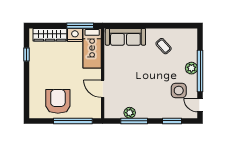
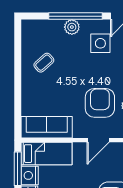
sofa: (125, 37) -> (47, 127), moved, turned -90
armchair: (132, 90) -> (100, 103), added

